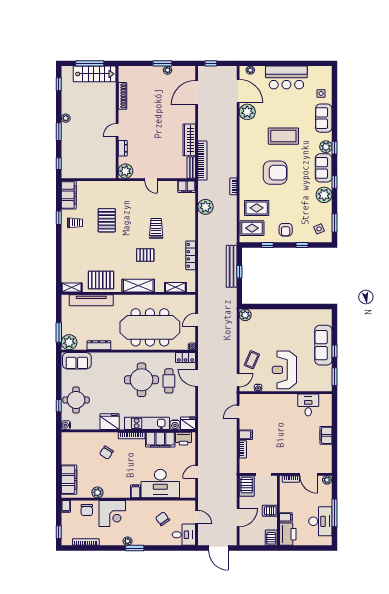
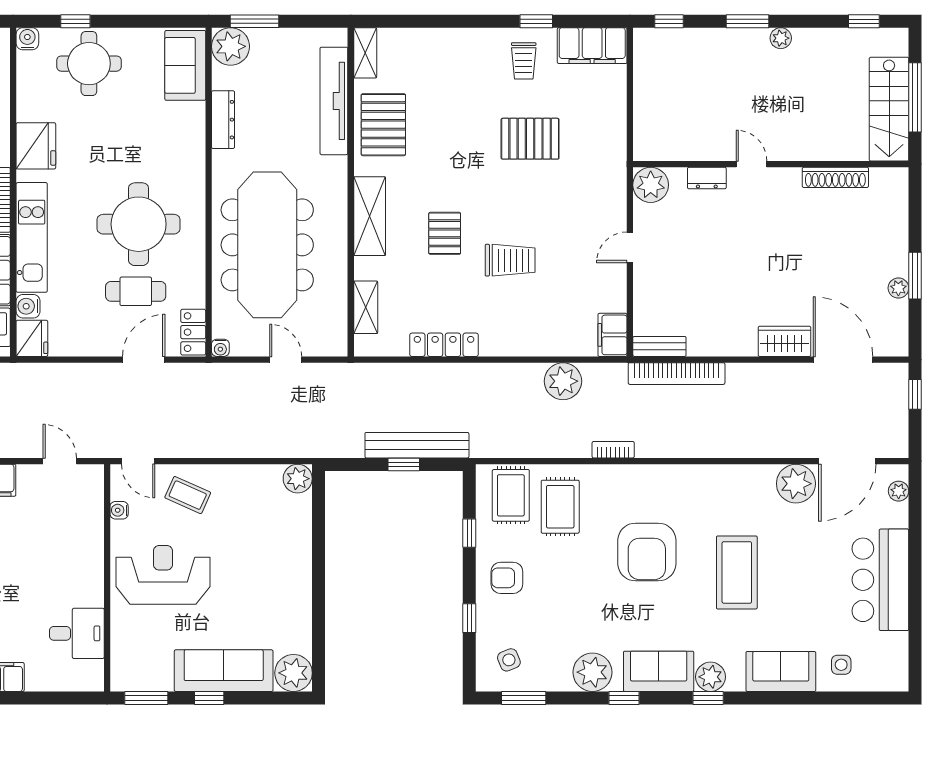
wardrobe: (189, 140) -> (785, 341), moved, width x0.67
plant: (324, 317) -> (294, 673), added

